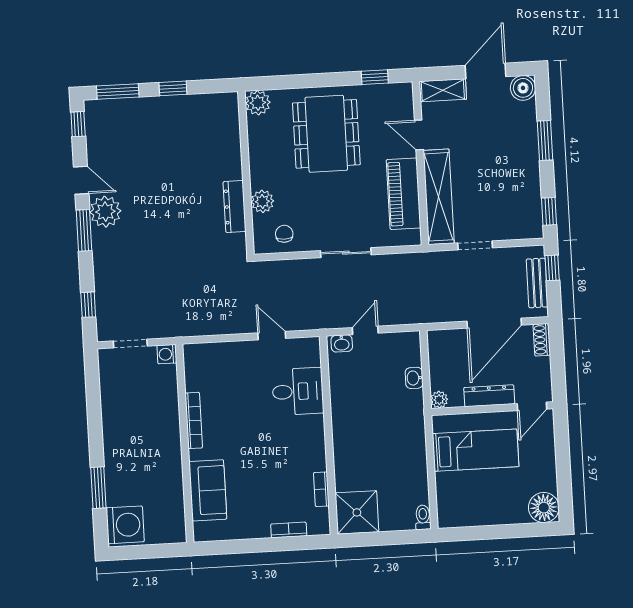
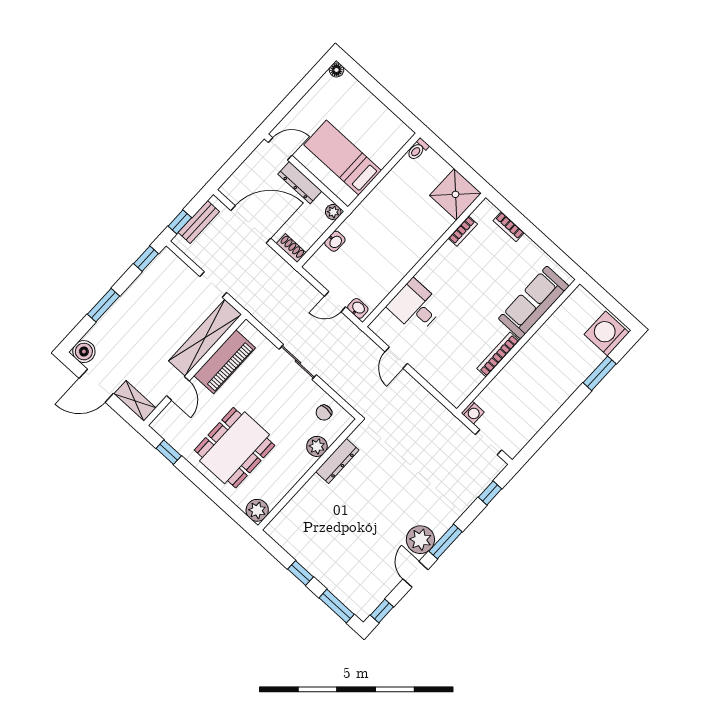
shoe rack: (542, 340) -> (291, 248), moved, turned -90
sofa: (208, 490) -> (534, 302), width x1.36
floor lamp: (544, 508) -> (336, 70), width x0.53, depth x0.53

